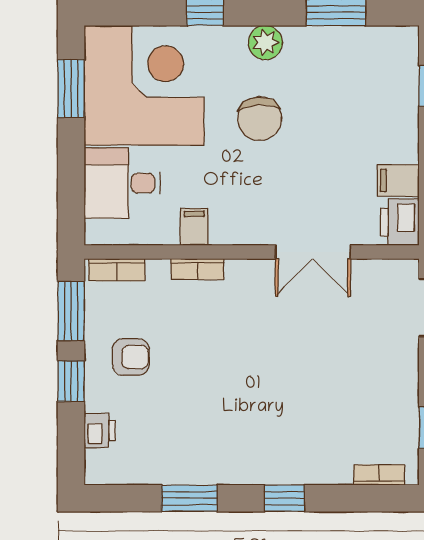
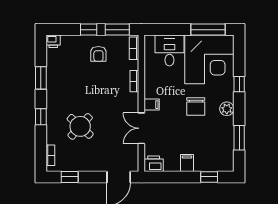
window: (71, 89) -> (208, 30), width x1.44
chair: (260, 119) -> (196, 107), turned -86
filing cabinet: (398, 180) -> (187, 163), moved
filing cabinet: (194, 227) -> (152, 105), moved
round table: (308, 402) -> (80, 126), added
printer: (100, 431) -> (53, 41), moved

